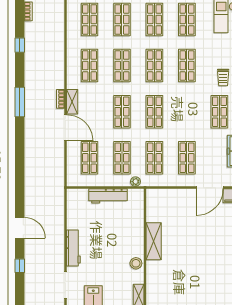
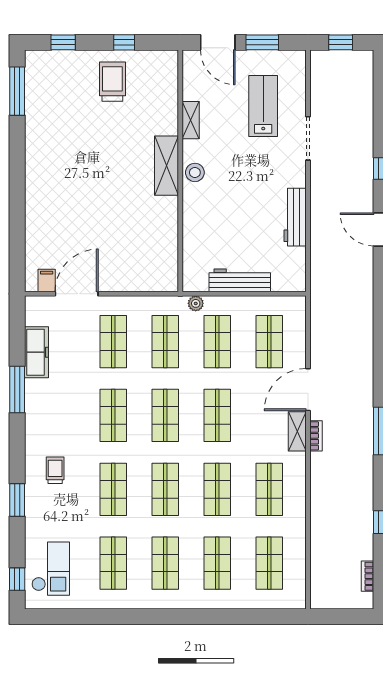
shop shelf: (219, 112) -> (113, 415), moved
door: (65, 128) -> (308, 390), hinge flipped
shelving: (154, 241) -> (167, 166), moved
workbench: (73, 248) -> (295, 217), moved

